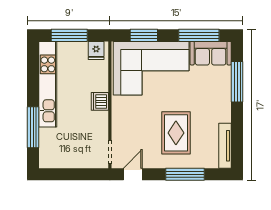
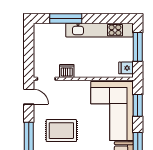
dishwasher: (100, 101) -> (67, 71), moved

